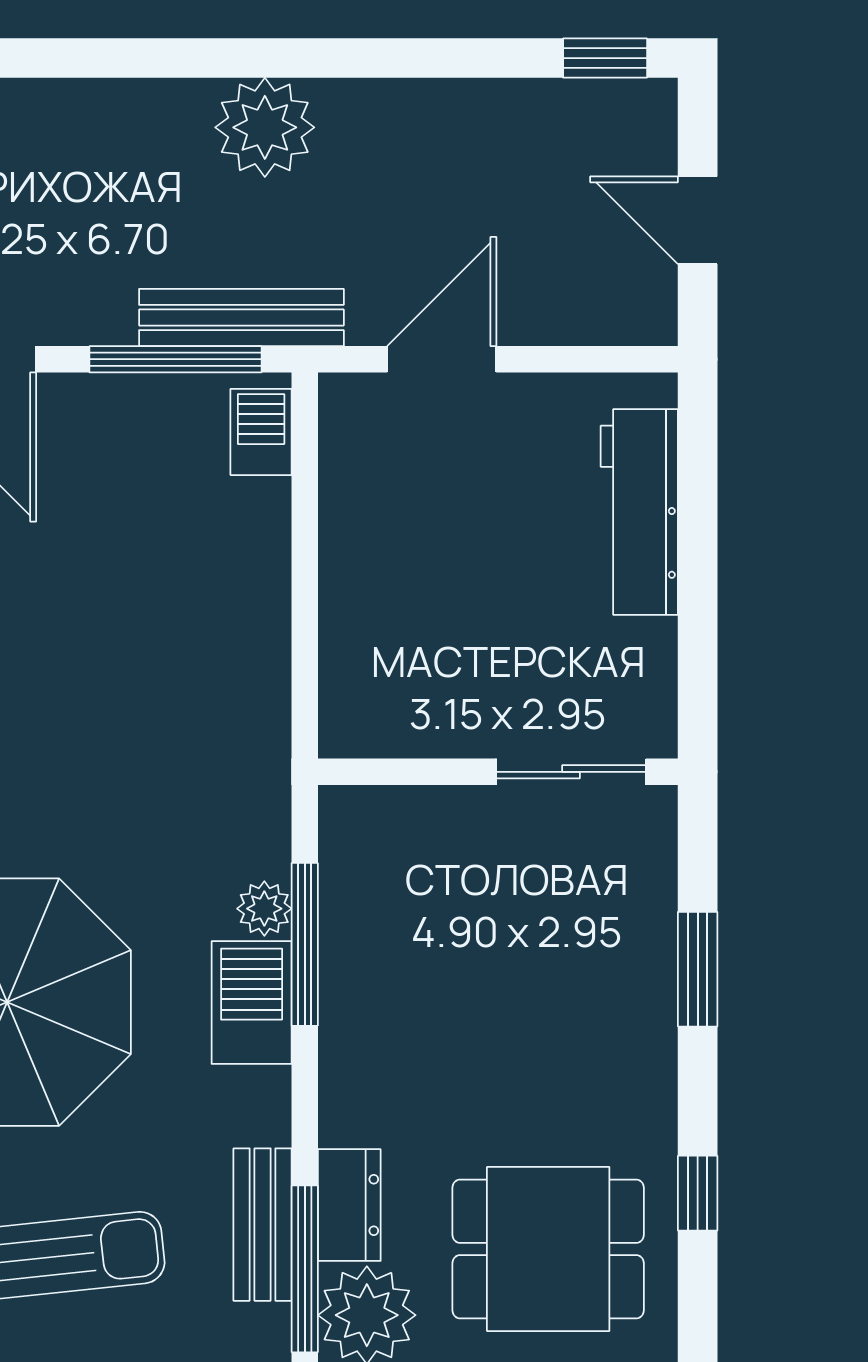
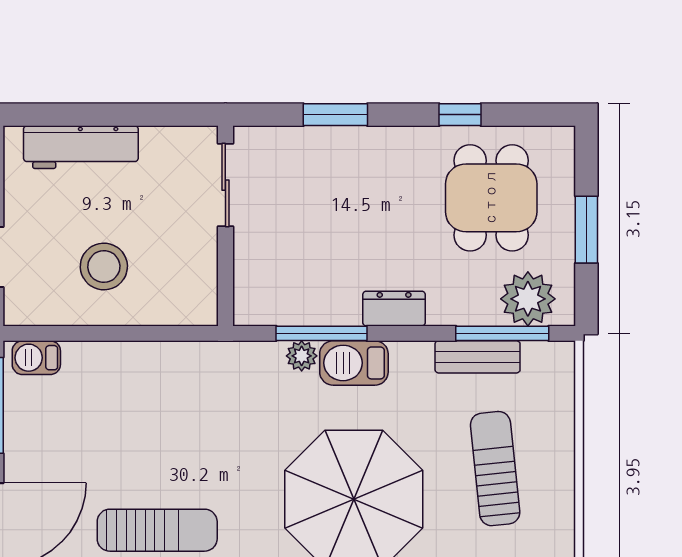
stool: (425, 553) -> (104, 266), added
dresser: (349, 1205) -> (394, 309), moved

